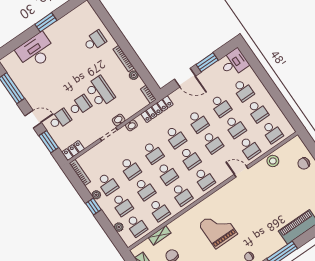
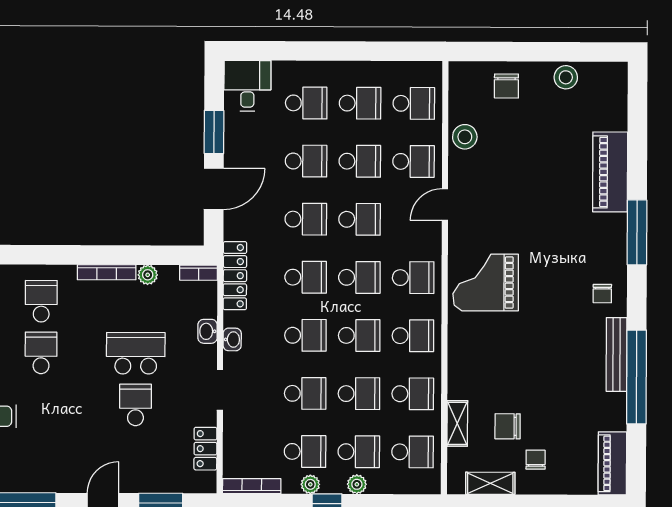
school desk: (60, 119) -> (41, 353), moved
washbasin: (119, 120) -> (208, 331), moved
locker: (73, 150) -> (205, 449), moved
plant: (119, 227) -> (357, 484), moved
grand piano: (218, 229) -> (486, 282), moved

